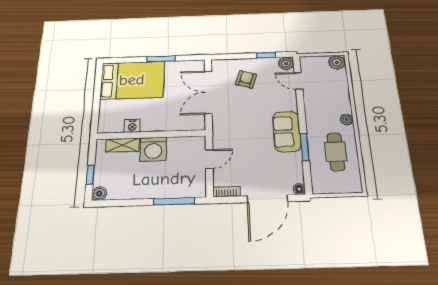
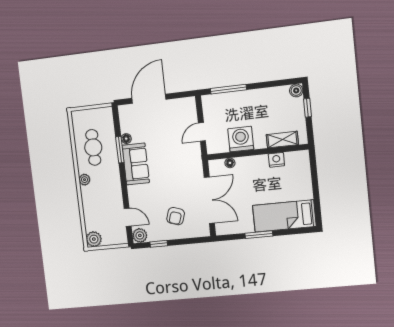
bed: (132, 80) -> (284, 216), width x0.67
floor lamp: (182, 126) -> (230, 163), added
washing machine: (153, 149) -> (241, 139), moved
floor lamp: (299, 189) -> (126, 139), moved
bookcase: (226, 192) -> (184, 102), removed

